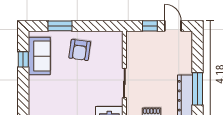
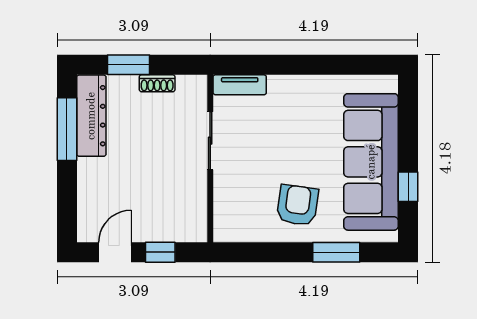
door: (173, 26) -> (115, 252), swing flipped
sofa: (39, 56) -> (371, 162), width x1.85, depth x1.27

